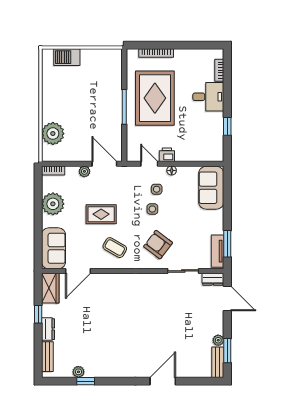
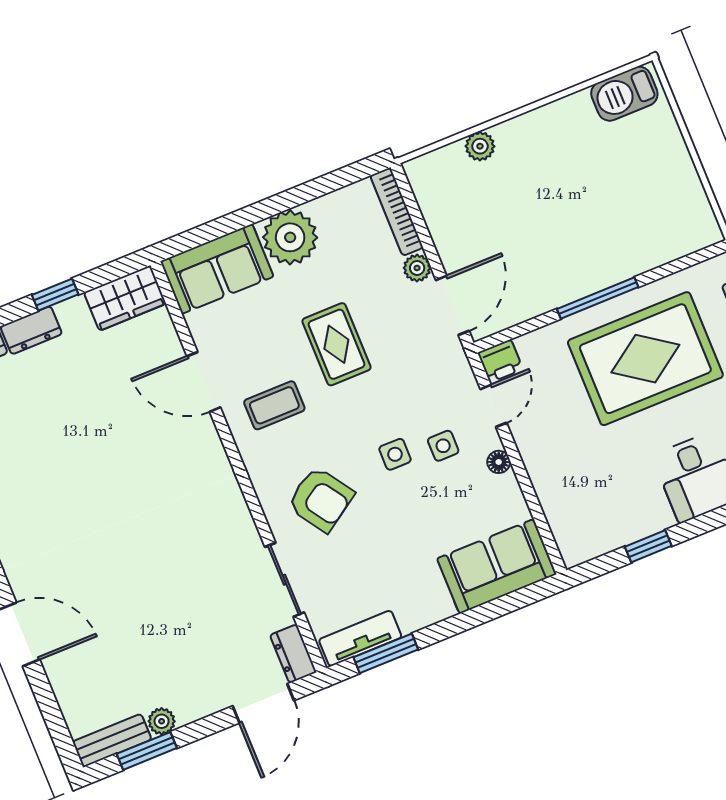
barbecue: (67, 57) -> (624, 94), moved, turned -90
plant: (53, 134) -> (480, 146), width x0.53, depth x0.53
printer: (167, 155) -> (500, 361), moved, turned 90
bookcase: (53, 170) -> (397, 212), width x1.56
plant: (53, 204) -> (290, 237), moved
armchair: (158, 245) -> (321, 499), turned 109
coffee table: (115, 248) -> (274, 405), turned 60
door: (78, 271) -> (204, 382), moved

